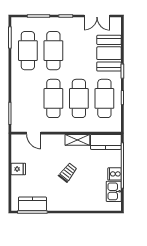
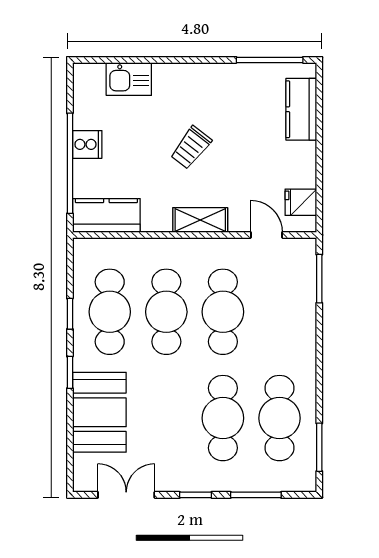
shelving: (77, 140) -> (200, 220), moved
fridge: (18, 169) -> (301, 202), moved
kitchen sink: (114, 191) -> (129, 79), moved, turned 90
kitchen counter: (32, 204) -> (301, 109), moved, turned 90

